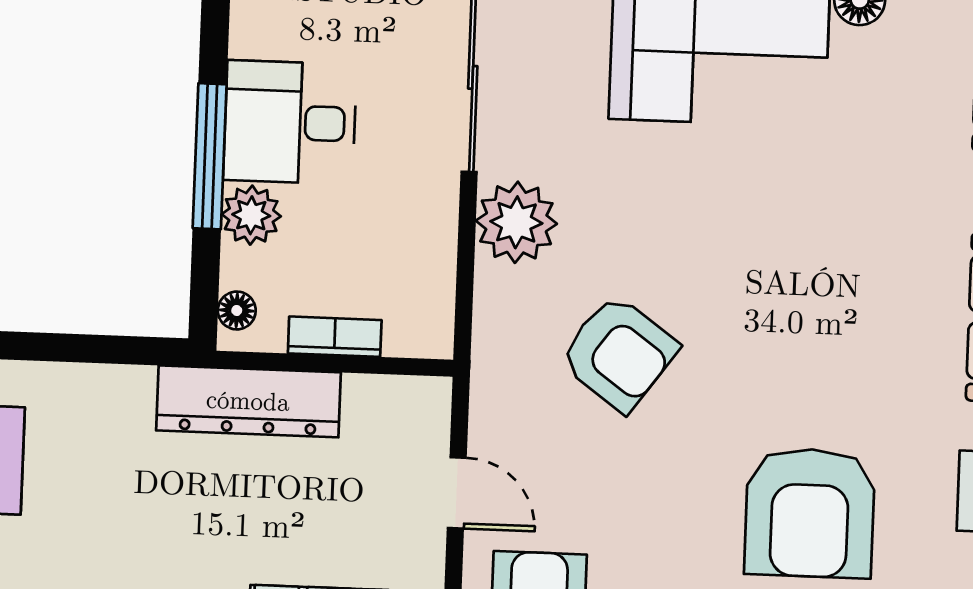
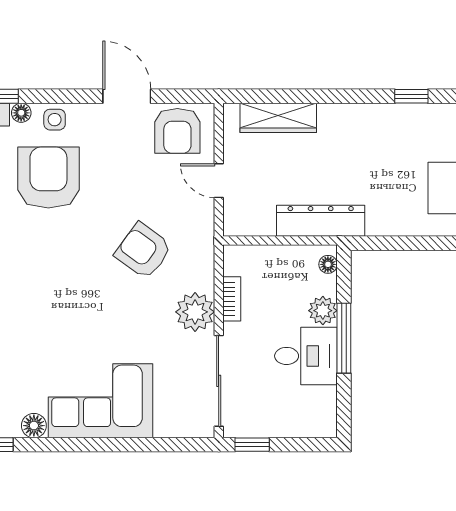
bookcase: (335, 337) -> (232, 299), moved, turned -90

